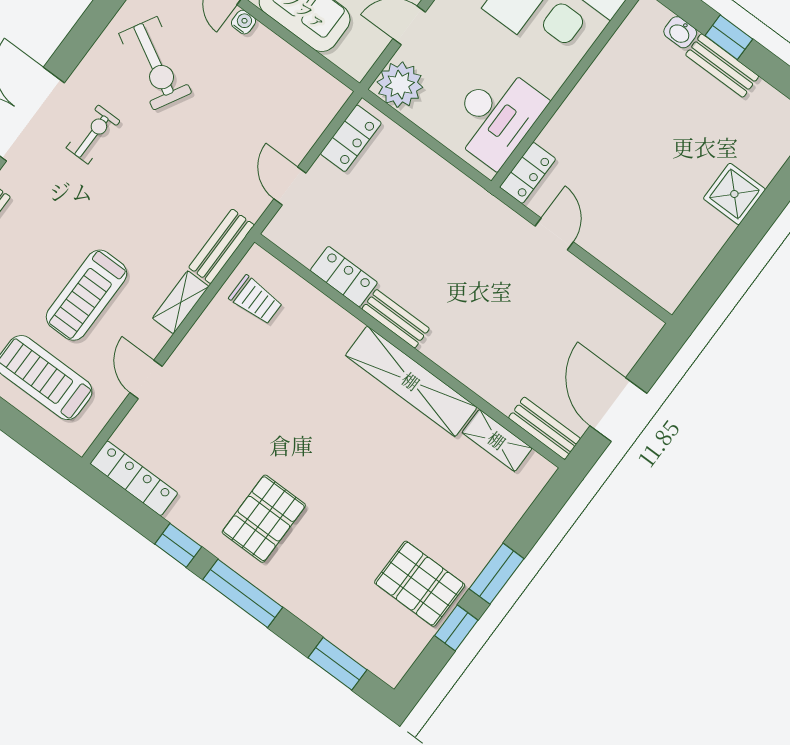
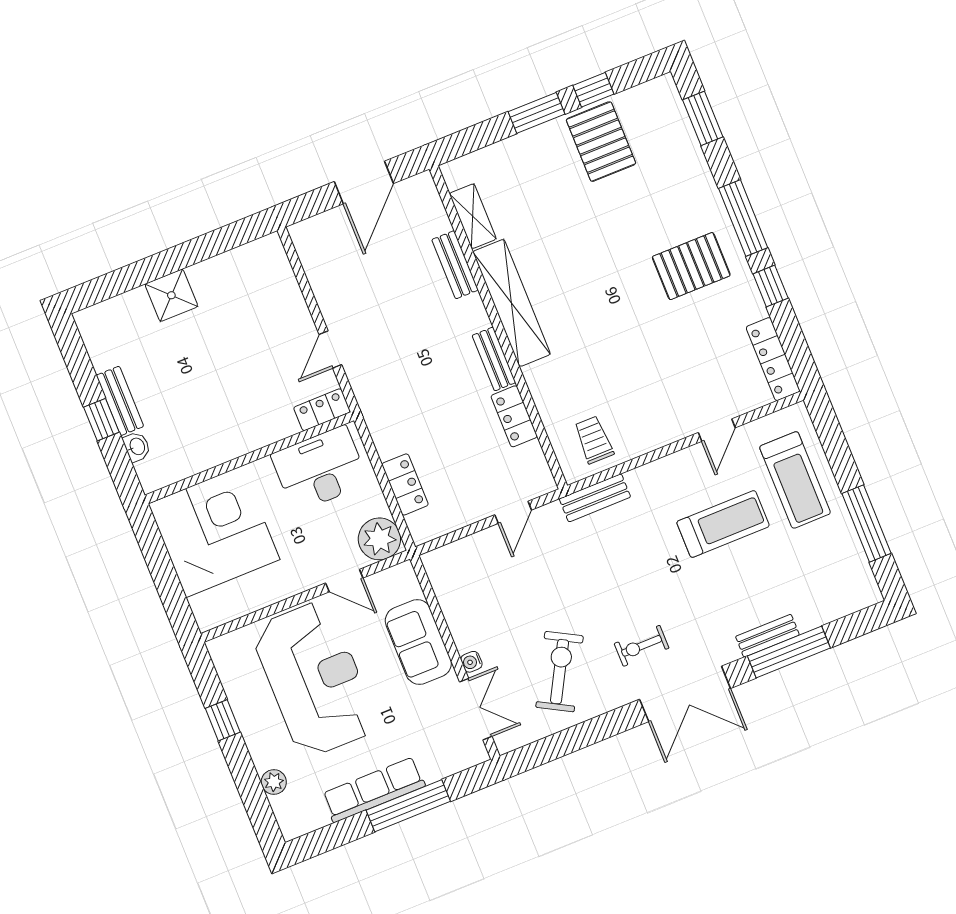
locker: (351, 138) -> (405, 484), moved, turned 90
shelving: (181, 302) -> (653, 474), removed
bench: (544, 428) -> (455, 265), moved

